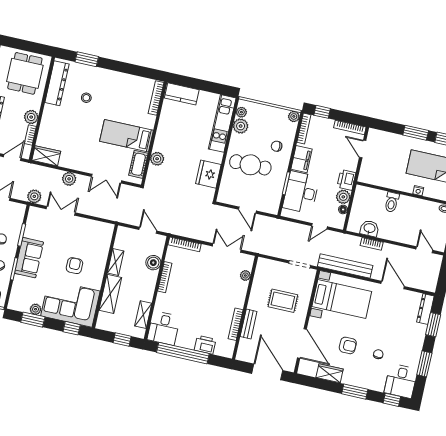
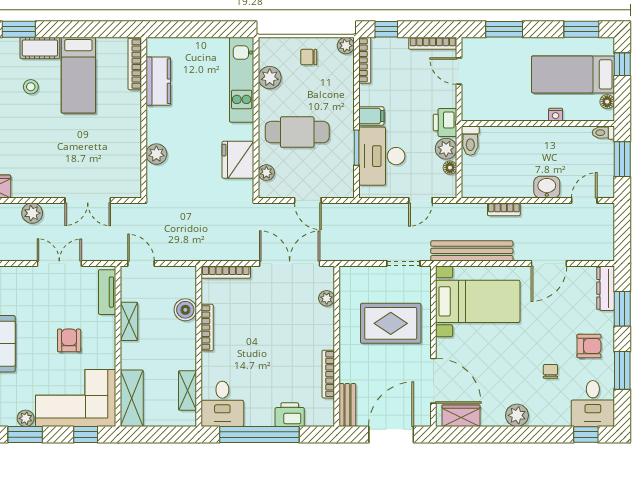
kitchen counter: (182, 94) -> (158, 81), moved, turned -90
plant: (241, 112) -> (266, 173), moved
window: (416, 133) -> (504, 29), moved
bed: (127, 136) -> (78, 75), moved, turned -90
chair: (277, 146) -> (309, 57), moved
filing cabinet: (301, 159) -> (371, 116), width x0.50
cot: (138, 164) -> (40, 48), moved, turned 90
toilet: (392, 202) -> (470, 141), moved
double door: (61, 211) -> (59, 263), moved
washbasin: (369, 228) -> (547, 187), moved
door: (148, 230) -> (141, 263), moved
tv unit: (106, 240) -> (107, 292), added
double door: (227, 248) -> (290, 263), width x1.37
door: (424, 250) -> (584, 200), hinge flipped
door: (393, 285) -> (549, 263), swing flipped
shelving: (110, 294) -> (132, 398), moved
rug: (283, 301) -> (391, 323), width x1.36, depth x1.43
bench: (249, 324) -> (347, 405), moved
window: (122, 339) -> (164, 435), removed
armchair: (348, 345) -> (589, 346), moved
door: (267, 372) -> (391, 435), hinge flipped
wardrobe: (330, 373) -> (461, 416), moved
plant: (351, 378) -> (517, 415), added
window: (355, 392) -> (528, 435), removed

